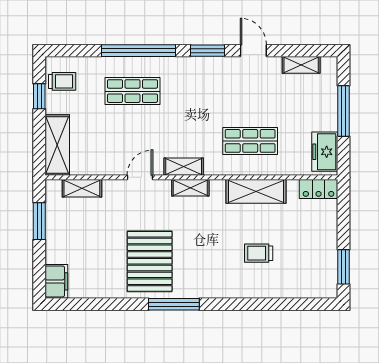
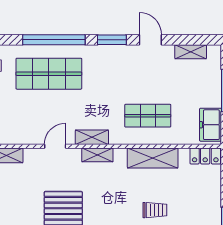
shop shelf: (132, 91) -> (49, 74), width x1.43, depth x1.36
trolley: (259, 253) -> (155, 210), turned 180

